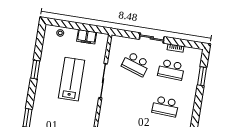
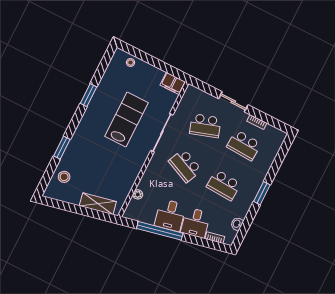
filing cabinet: (87, 37) -> (173, 83), moved
school desk: (136, 64) -> (205, 126), turned -36
window: (202, 76) -> (262, 193), moved
school desk: (130, 101) -> (185, 166), added

